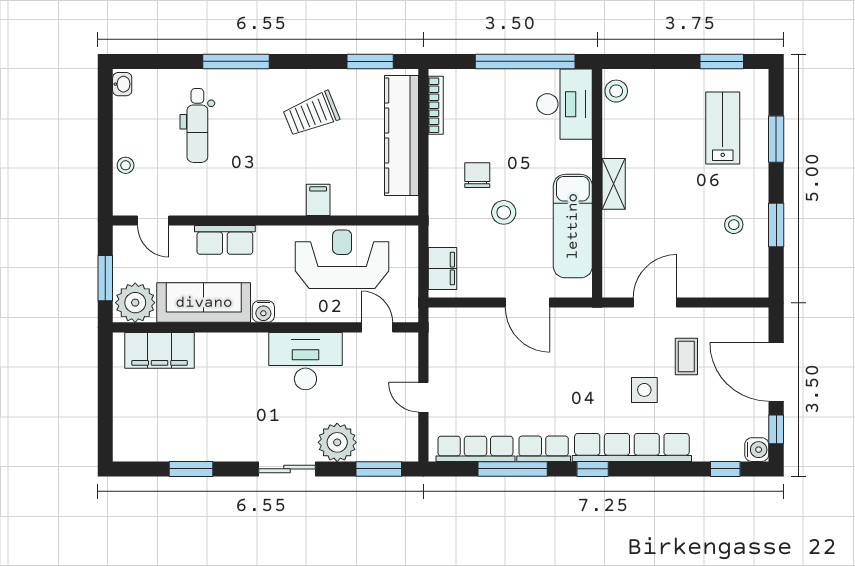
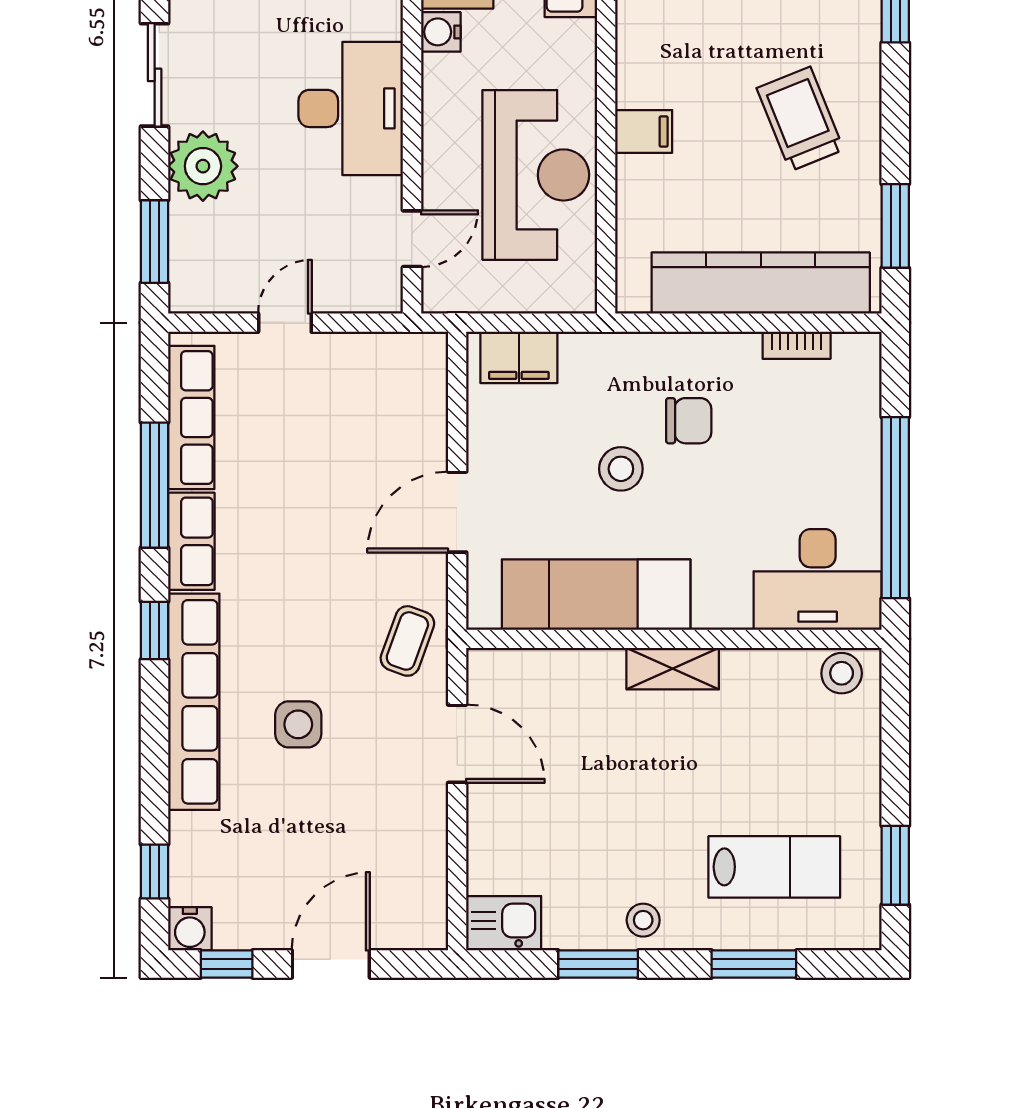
bookcase: (436, 105) -> (797, 345), width x0.64
stool: (734, 225) -> (643, 920), moved
kitchen sink: (754, 277) -> (504, 923), added
coffee table: (686, 357) -> (407, 641), moved, turned -70
door: (776, 372) -> (331, 964), width x0.73

